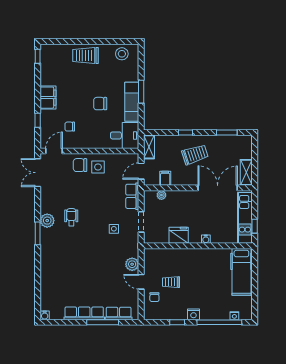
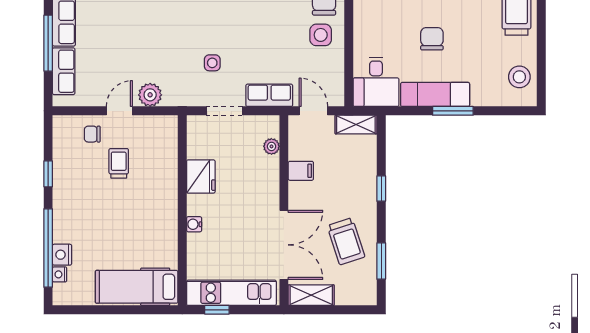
trolley: (195, 154) -> (346, 241), moved
filing cabinet: (165, 178) -> (301, 171), moved
nightstand: (193, 314) -> (62, 255), moved

